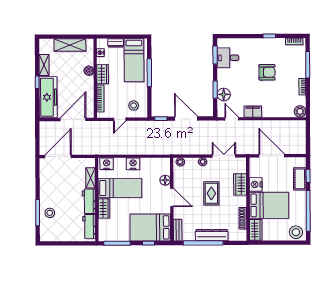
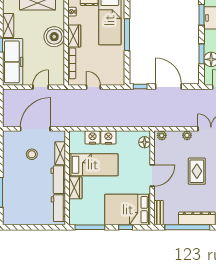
boiler: (89, 71) -> (54, 37), width x1.86, depth x1.86
stool: (134, 106) -> (109, 72), removed
door: (73, 119) -> (41, 87), width x0.53
door: (120, 119) -> (93, 87), swing flipped
door: (58, 157) -> (35, 129), moved
nightstand: (107, 164) -> (92, 137), moved
floor lamp: (165, 180) -> (145, 142), moved
door: (172, 197) -> (152, 176), hinge flipped
stool: (50, 213) -> (32, 154), moved

